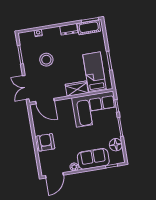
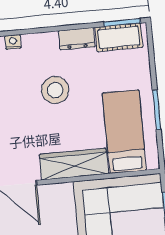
stool: (46, 60) -> (55, 90), moved
wardrobe: (77, 89) -> (74, 164), width x1.50

